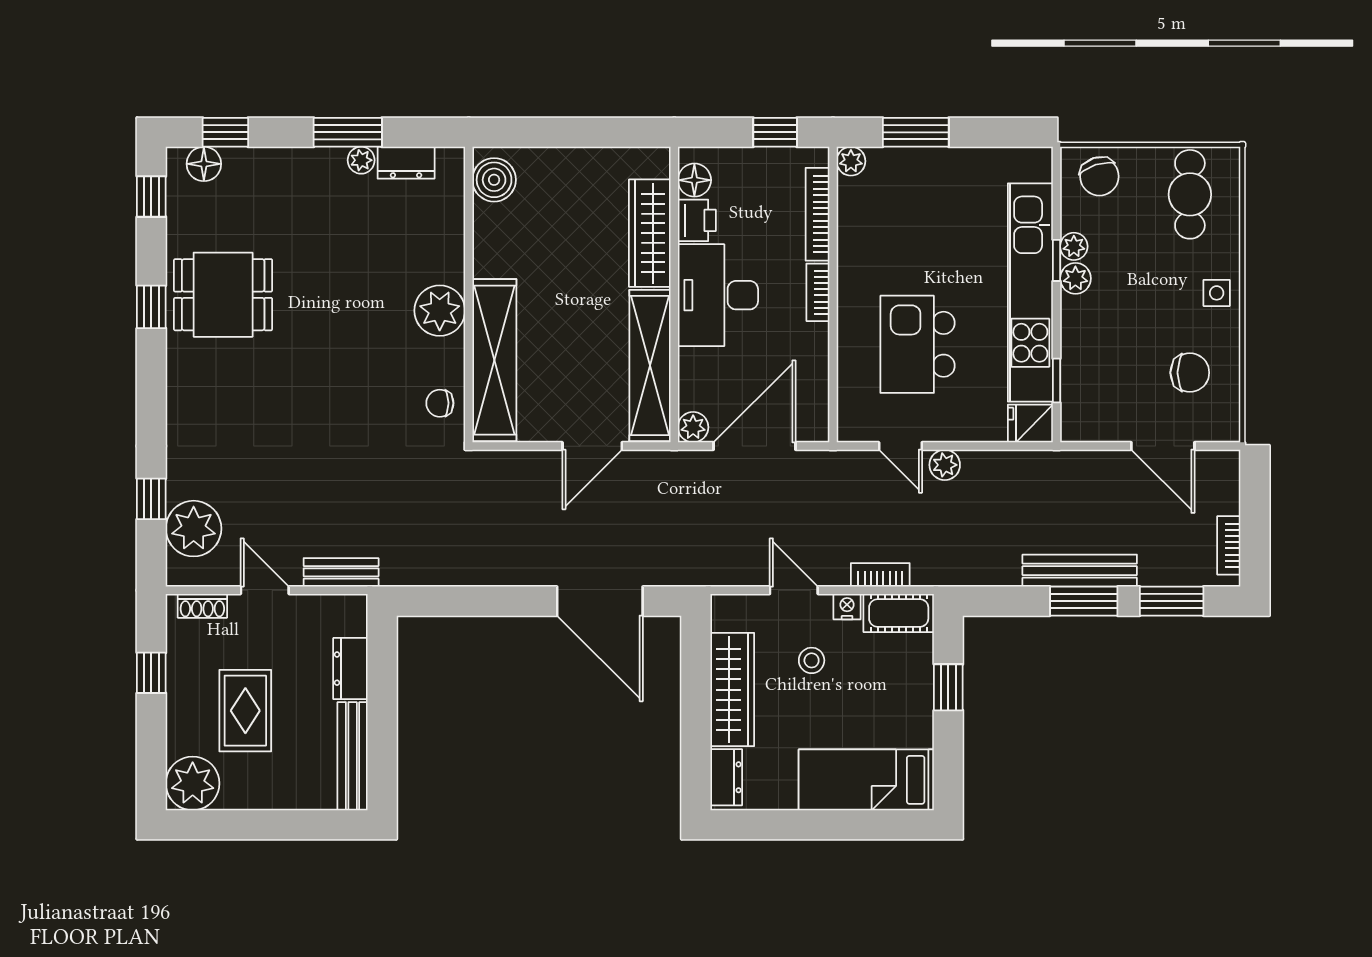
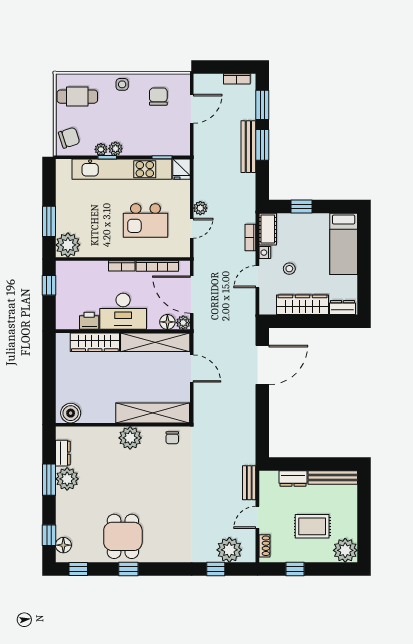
plant: (361, 160) -> (67, 479), width x1.88, depth x1.88
plant: (851, 161) -> (68, 245), width x1.87, depth x1.87
floor lamp: (694, 180) -> (167, 322), moved
bookcase: (817, 214) -> (157, 266), moved

